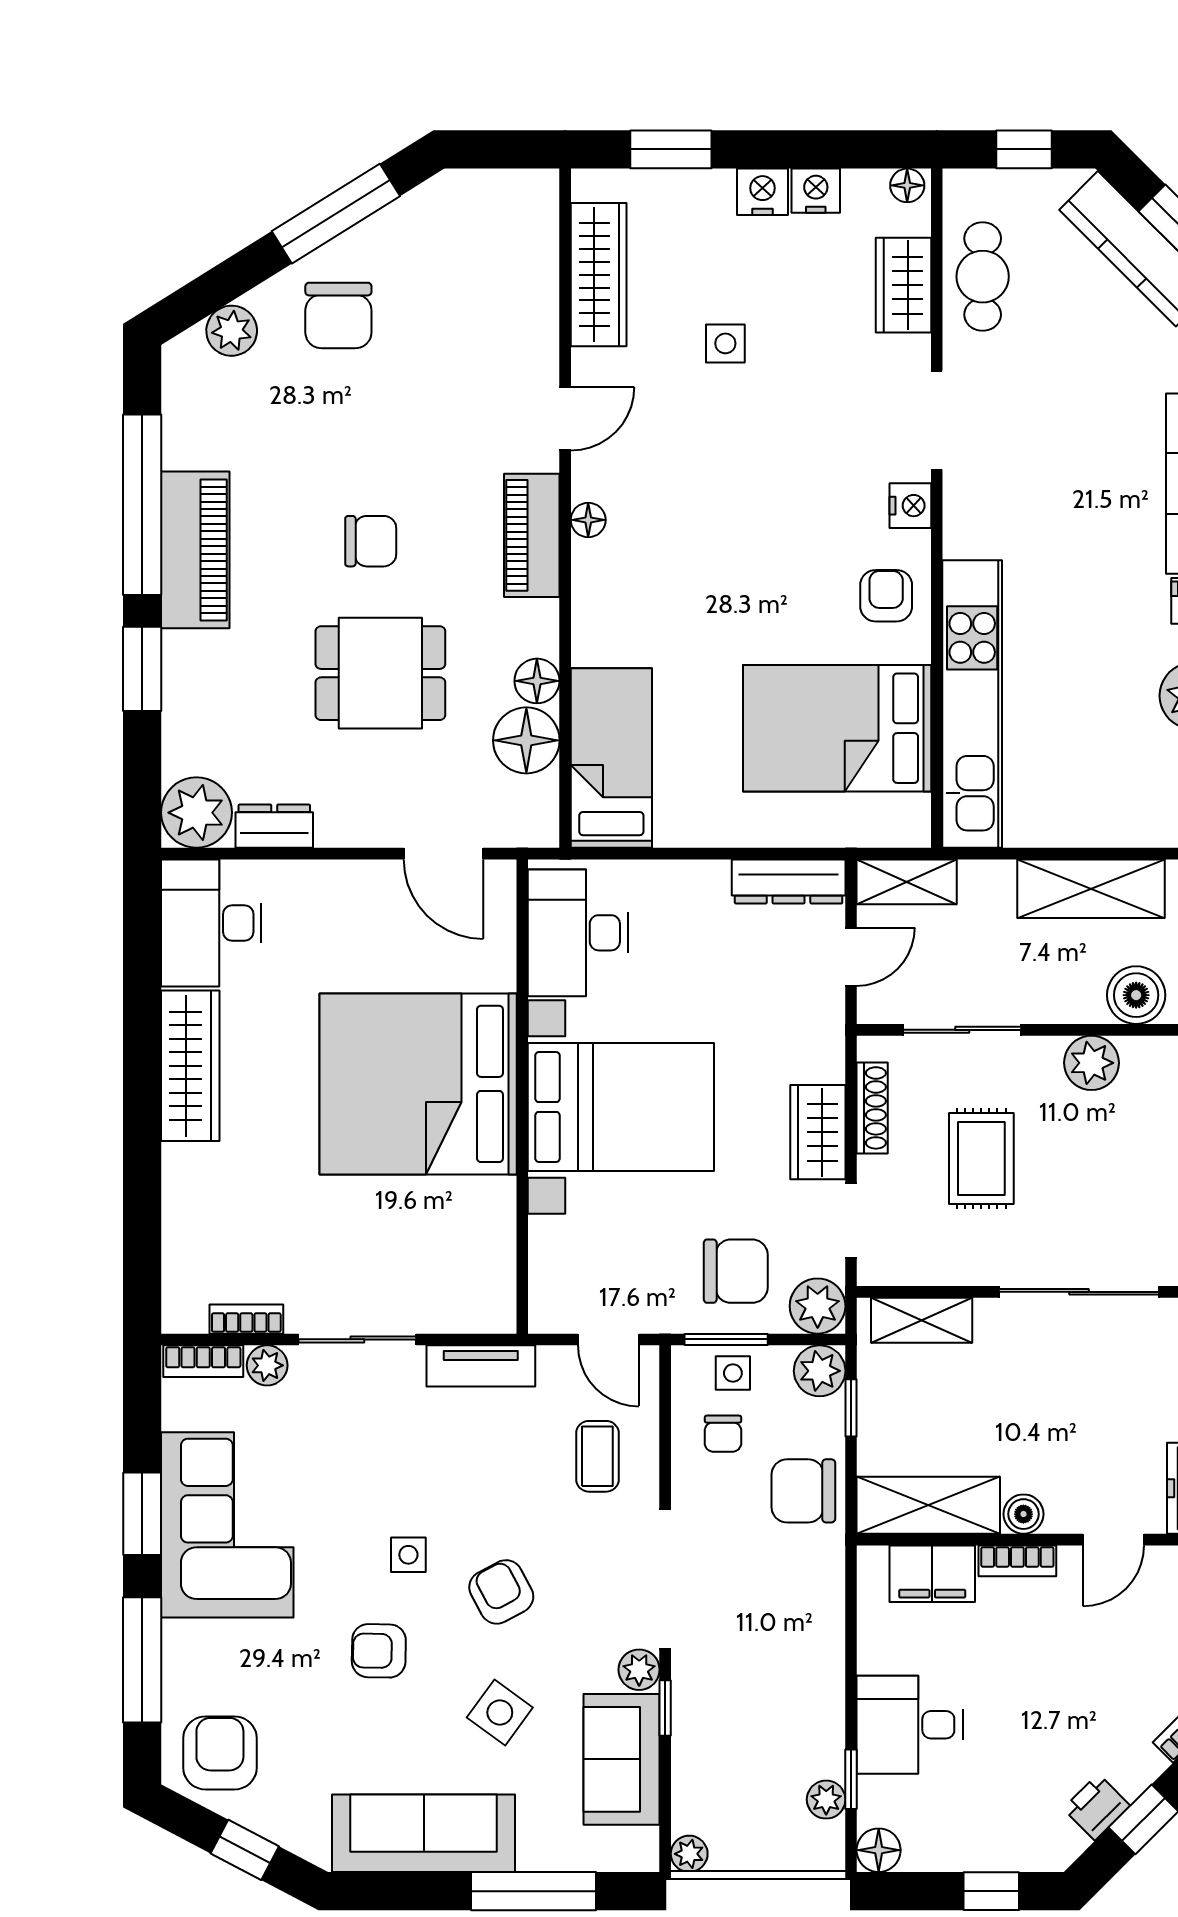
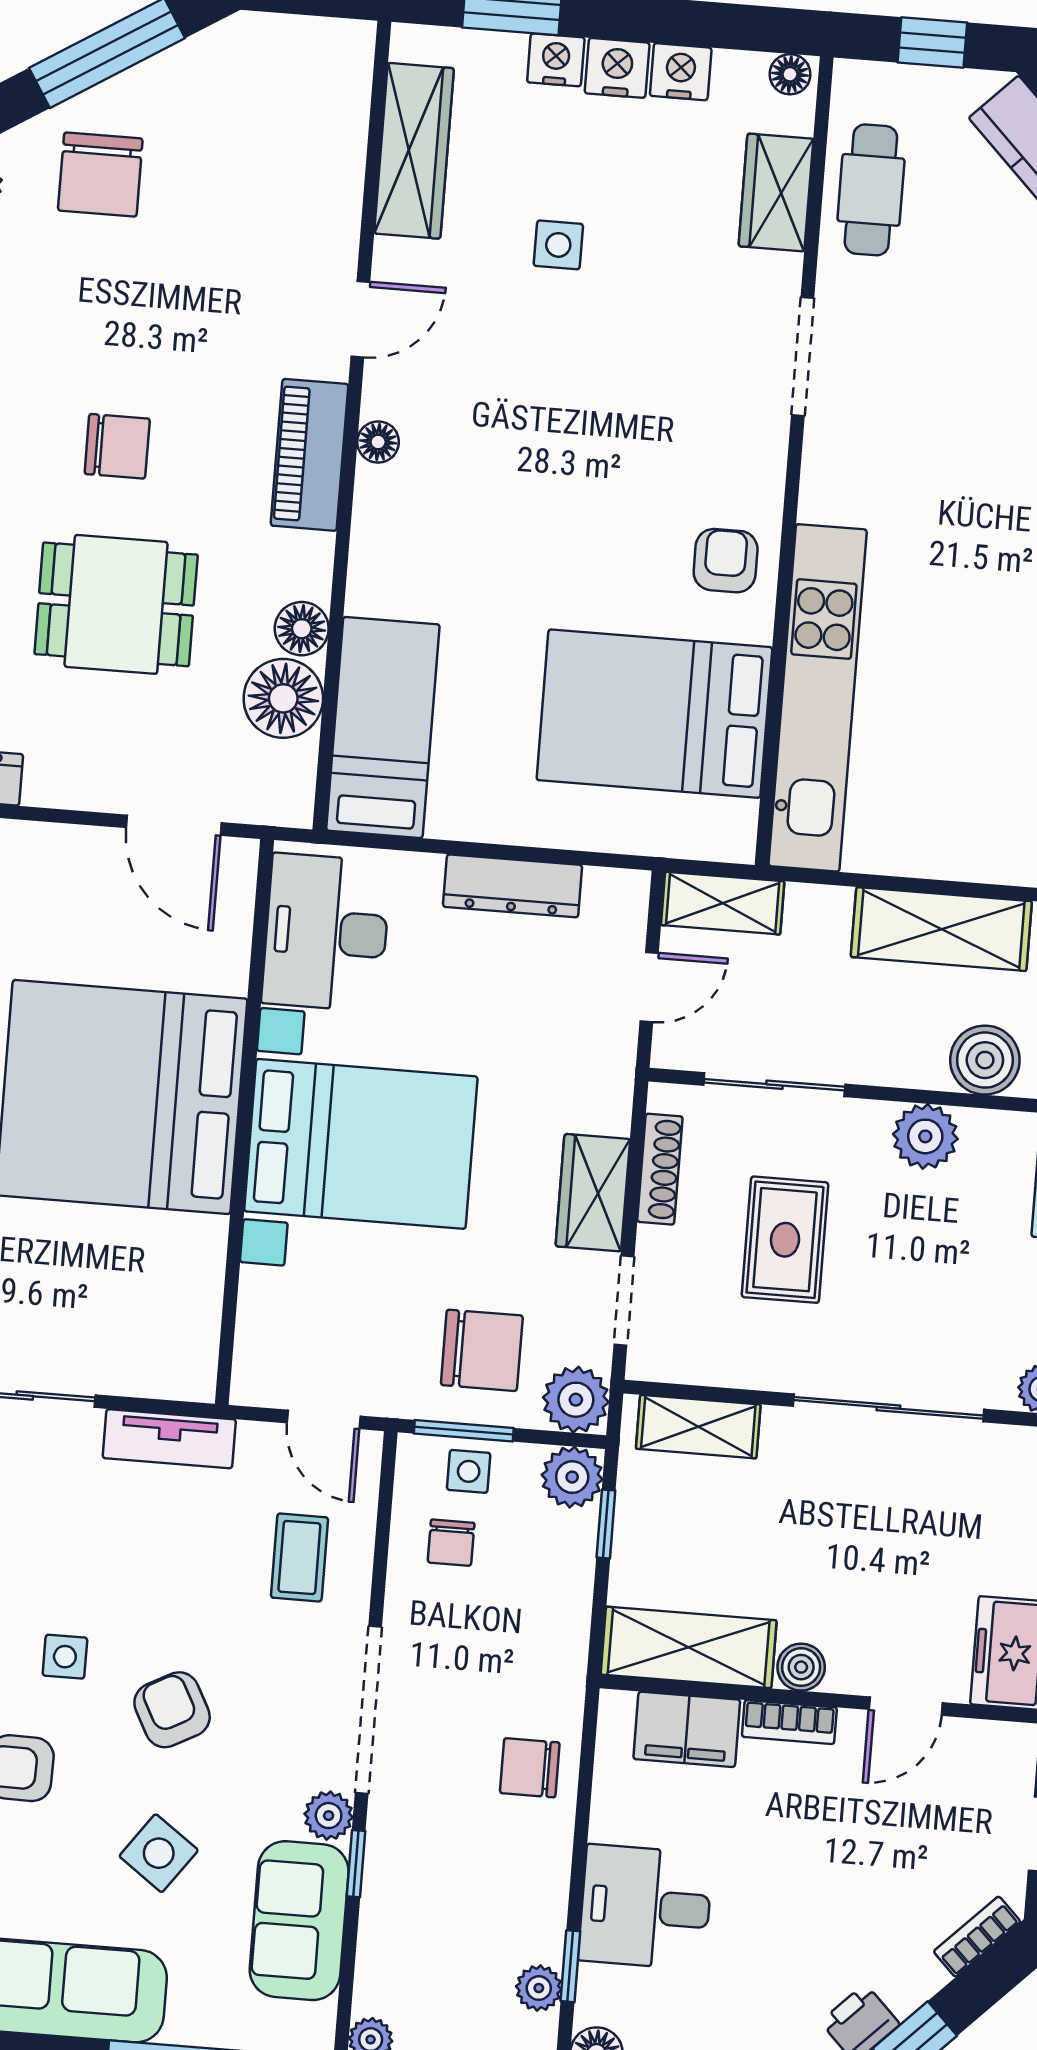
nightstand: (910, 506) -> (556, 60), moved, turned -90
dresser: (789, 881) -> (513, 886), moved
chair: (803, 1491) -> (530, 1768), moved, width x0.73, depth x0.73

